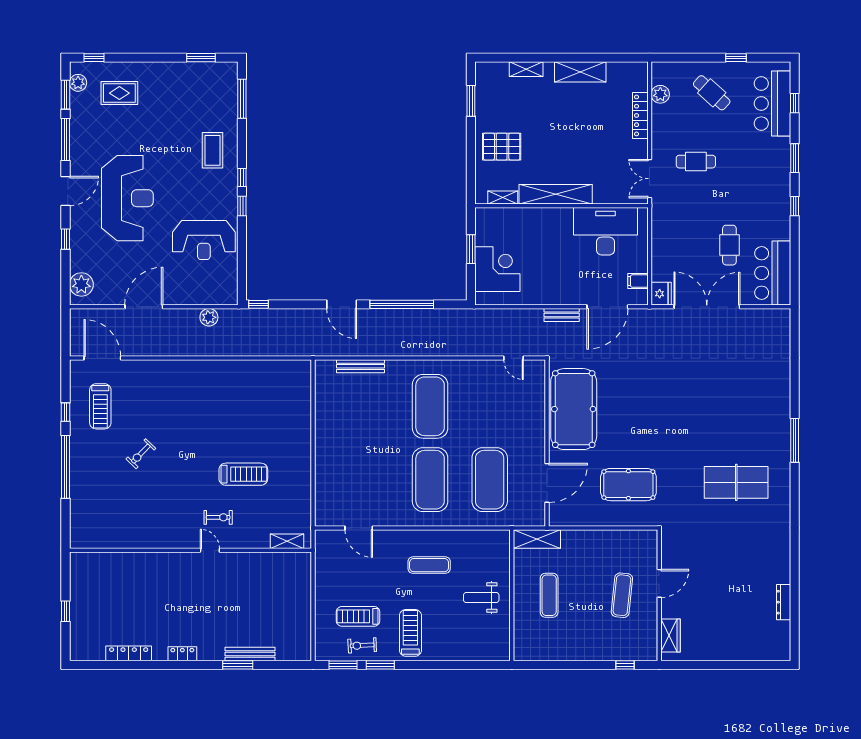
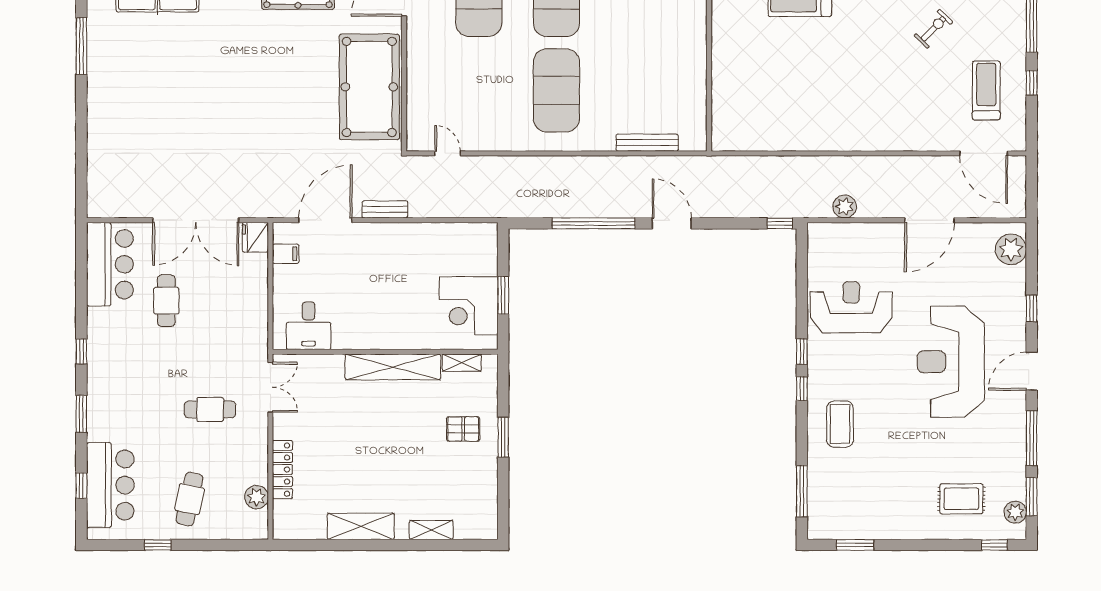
cafe table: (712, 93) -> (189, 499), turned 60
window: (471, 101) -> (503, 437), moved
pallet: (502, 147) -> (463, 429), width x0.67, depth x0.71
desk: (605, 231) -> (309, 326), width x0.53, depth x0.77
corner desk: (497, 269) -> (469, 306), moved

